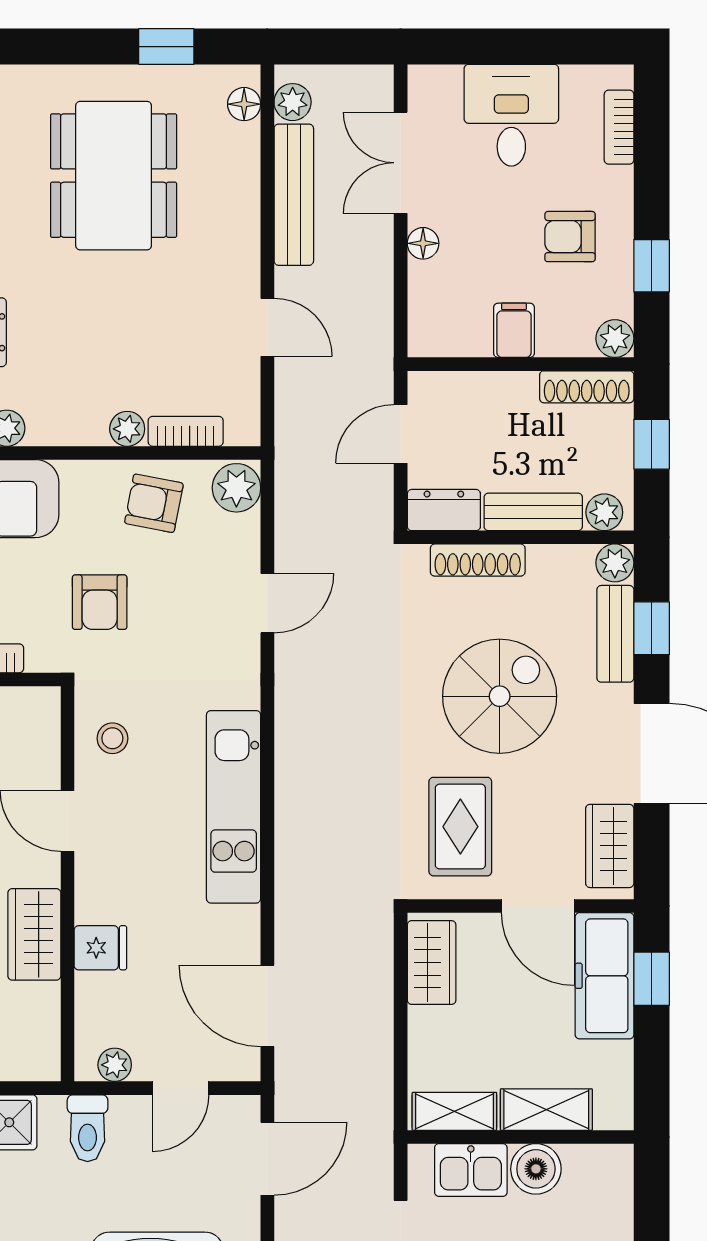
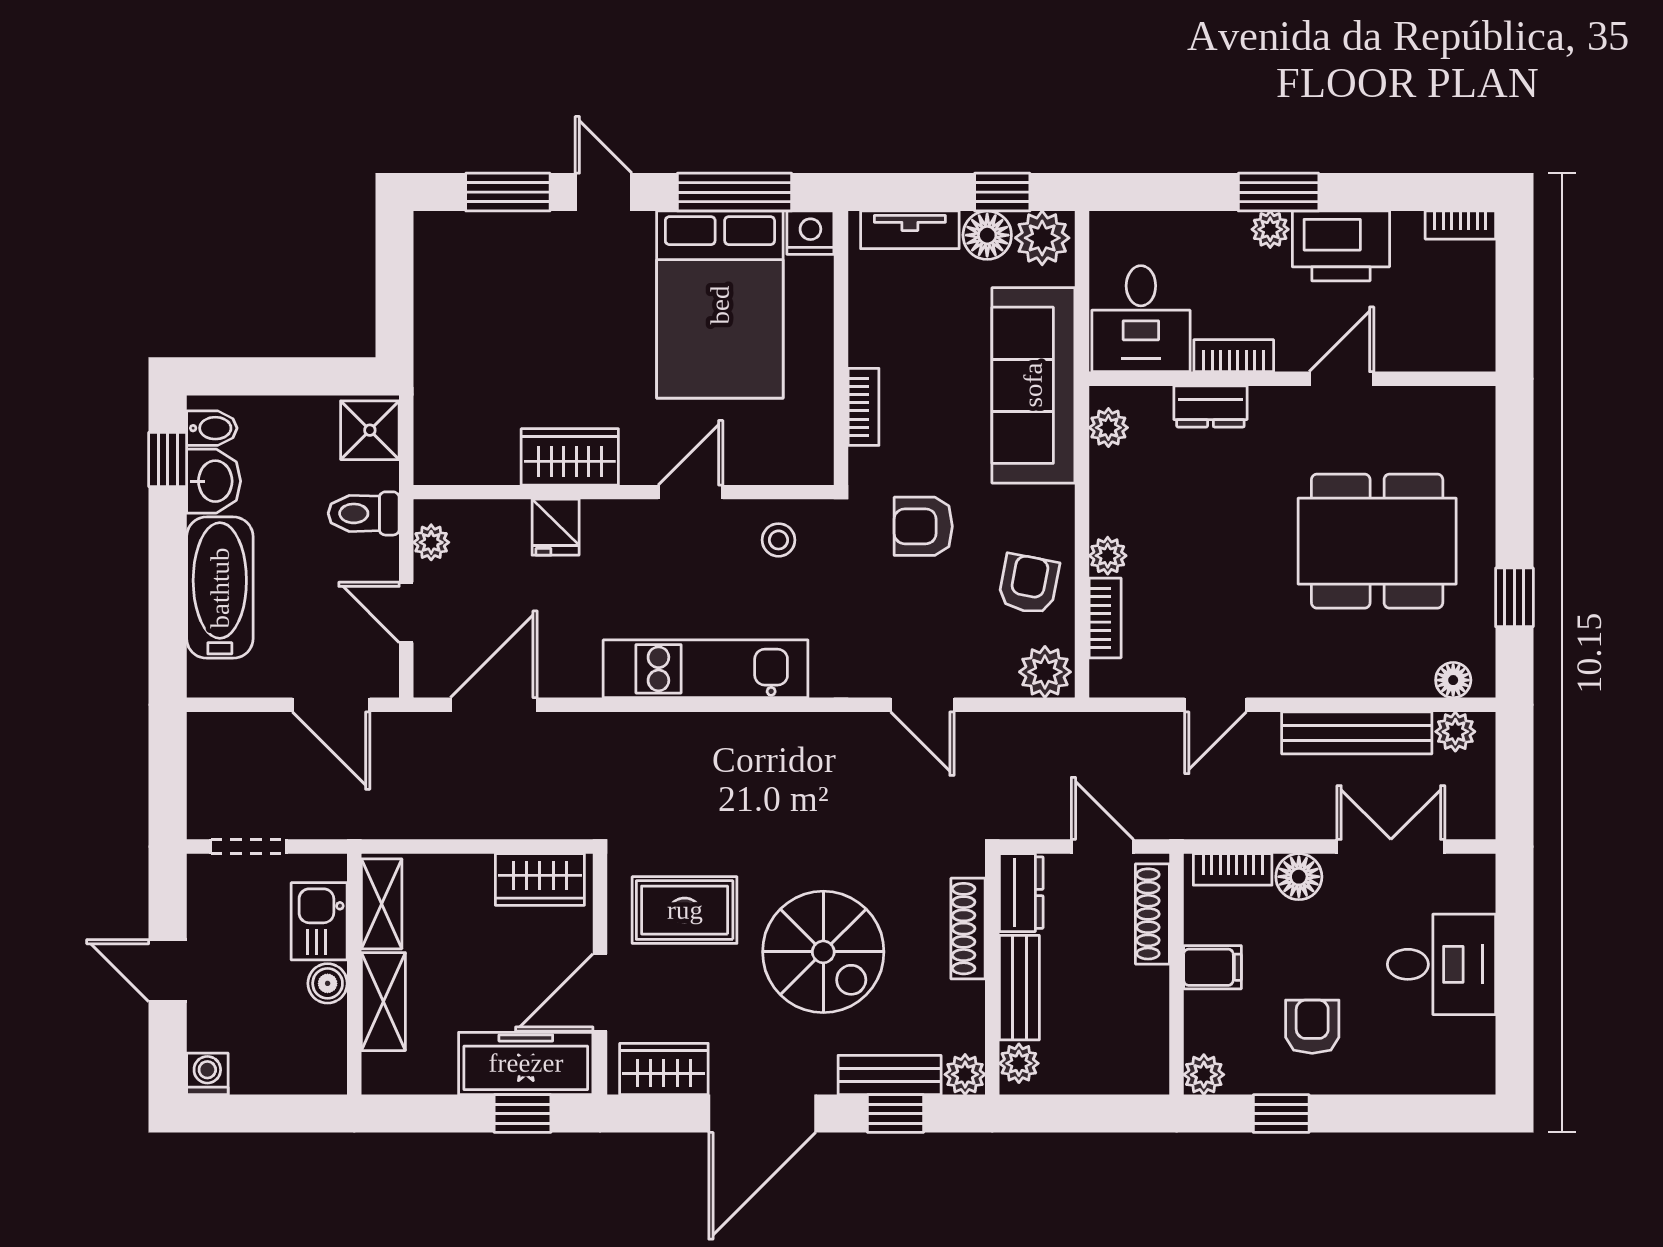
bookcase: (619, 127) -> (1233, 869), moved, turned 180
floor lamp: (423, 243) -> (1299, 877), width x1.37, depth x1.37
shoe rack: (587, 387) -> (1152, 914), moved
window: (652, 444) -> (1091, 1114), removed
boiler: (536, 1169) -> (328, 983), width x0.73, depth x0.73

